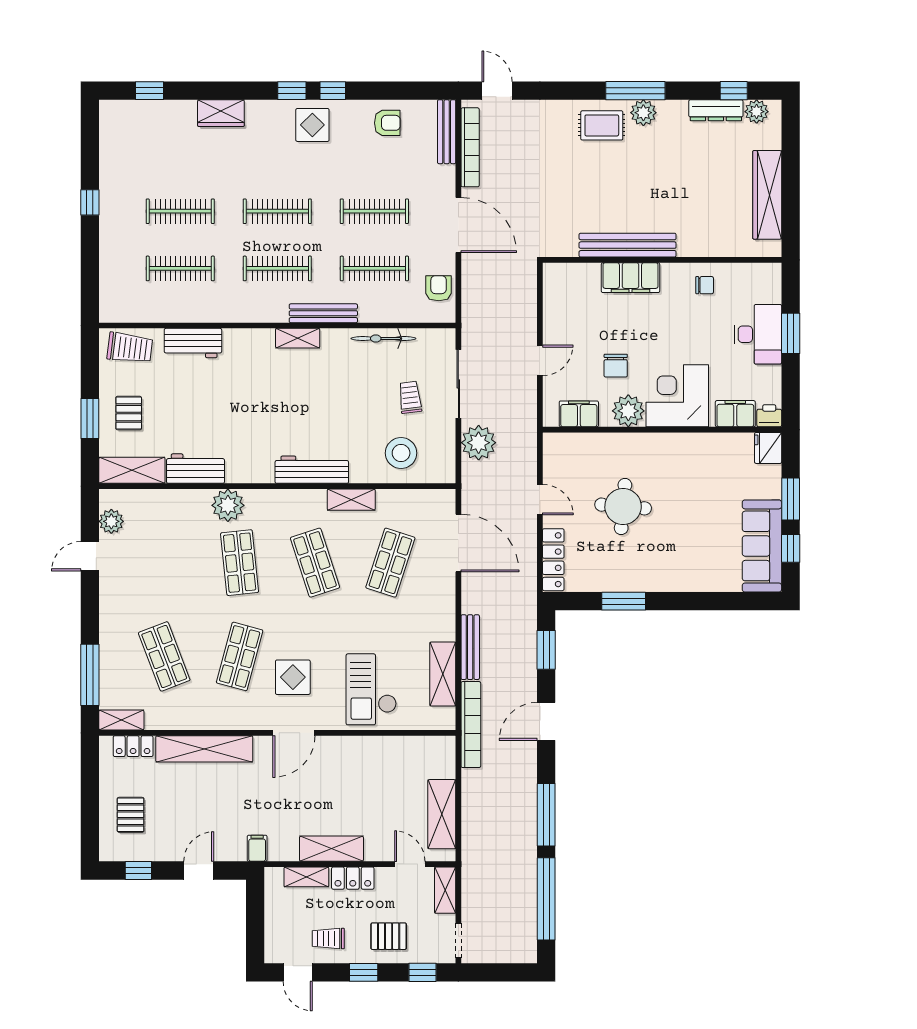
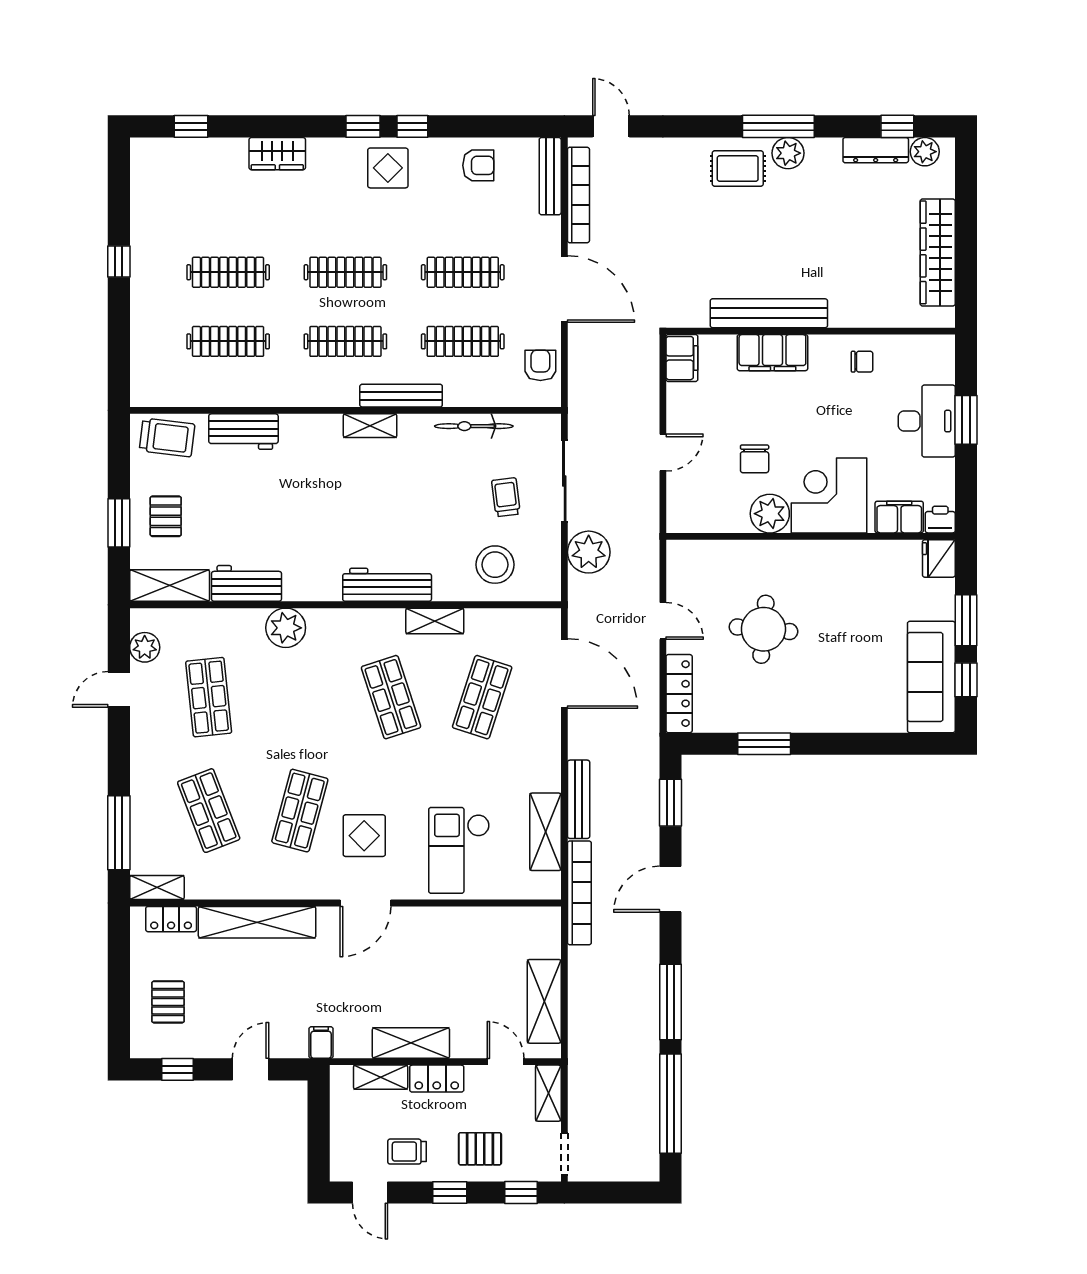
filing cabinet: (579, 414) -> (682, 358), moved, turned 90
shop shelf: (240, 563) -> (209, 697), moved

